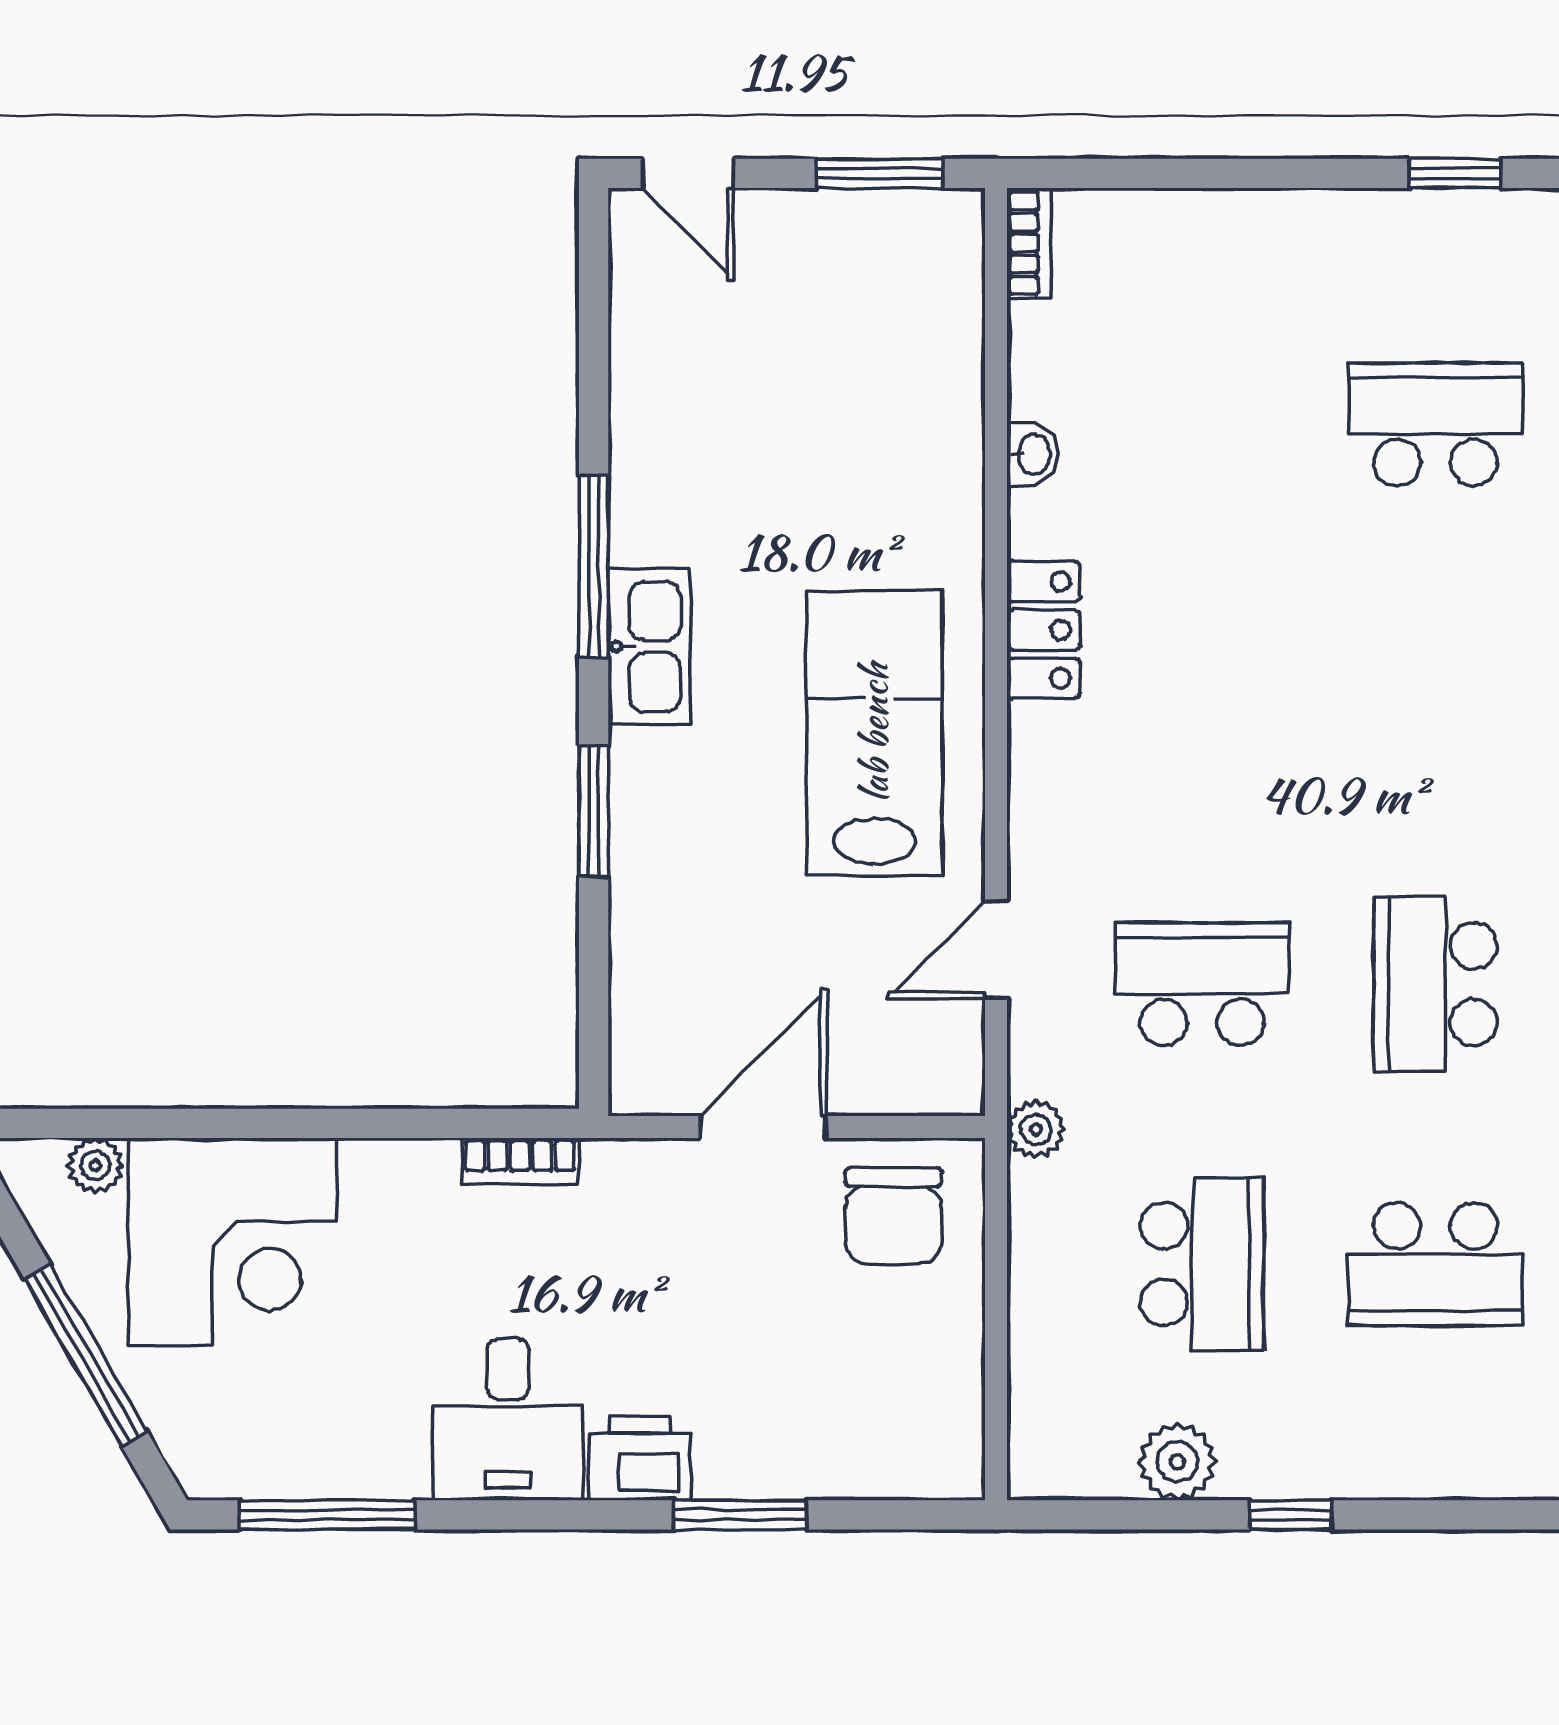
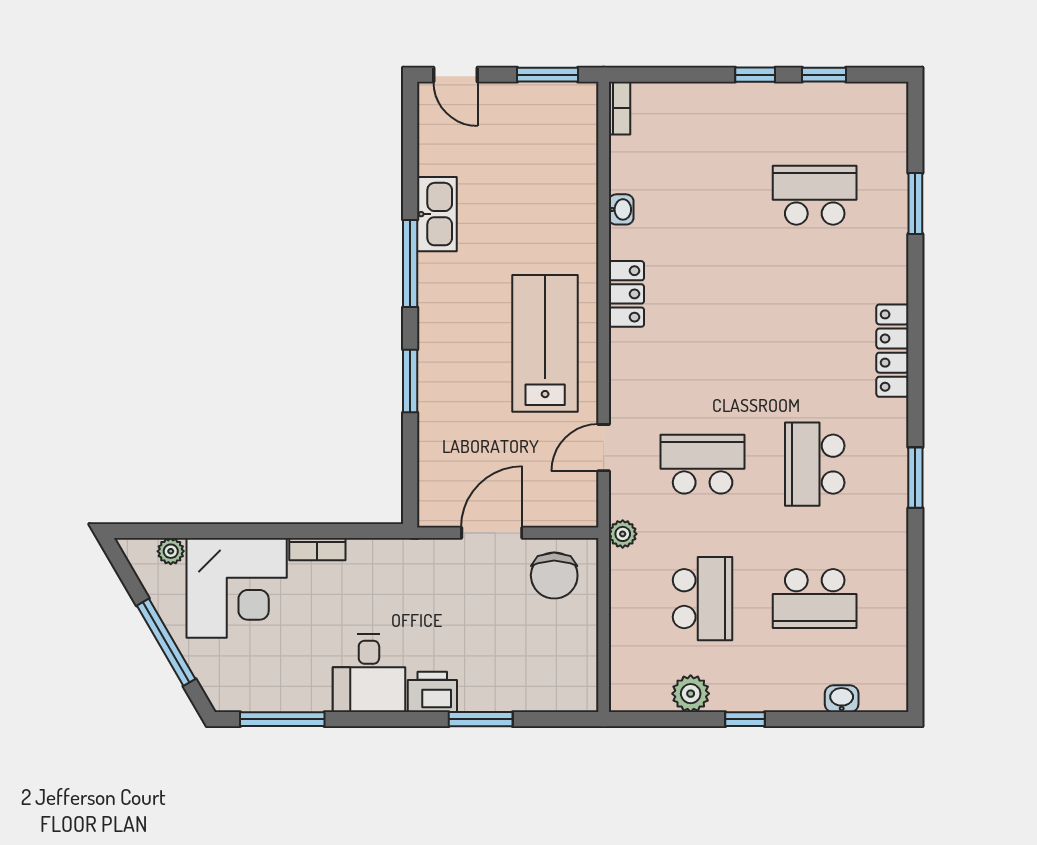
window: (1311, 173) -> (755, 75), added
kitchen sink: (649, 647) -> (437, 214), moved
bookcase: (520, 1161) -> (317, 549), moved
washbasin: (1492, 1472) -> (842, 699), added

